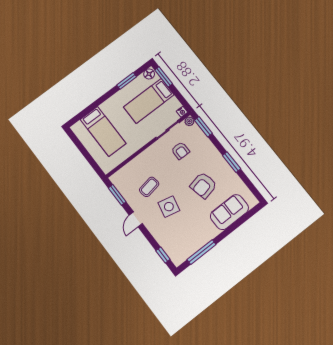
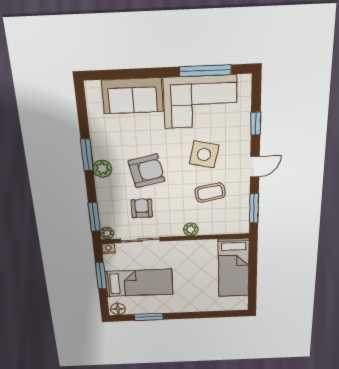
window: (164, 77) -> (101, 276), moved
bed: (103, 131) -> (234, 268), moved, turned 180
plant: (144, 157) -> (191, 229), added
plant: (218, 160) -> (102, 169), added
armchair: (203, 185) -> (147, 171), moved
corner sofa: (192, 234) -> (200, 102), added
window: (163, 255) -> (256, 124), moved

